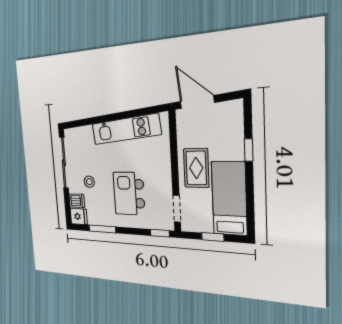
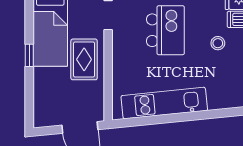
window: (249, 150) -> (29, 55), moved

